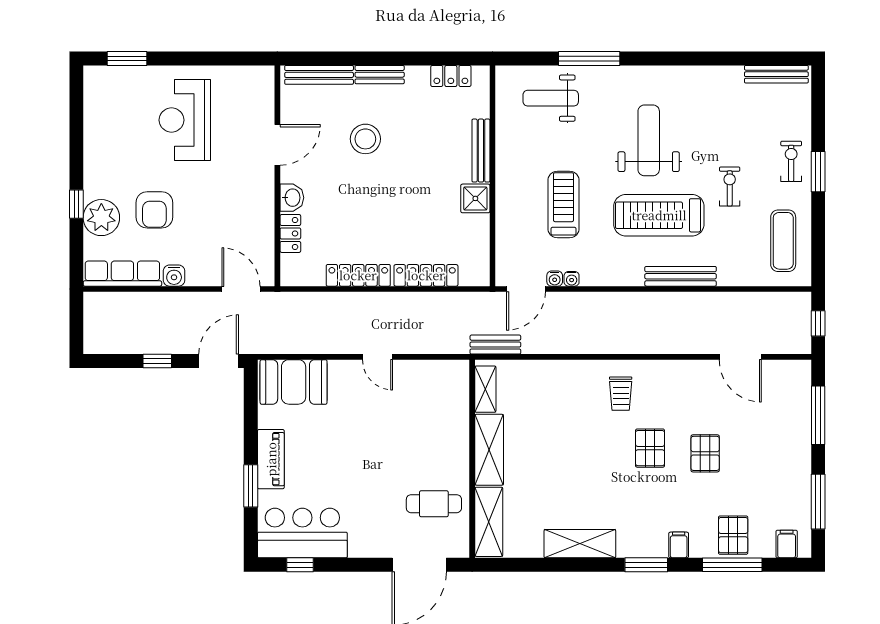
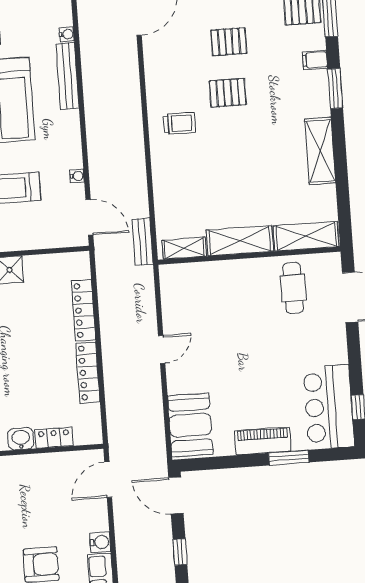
water cooler: (555, 279) -> (67, 34), moved

